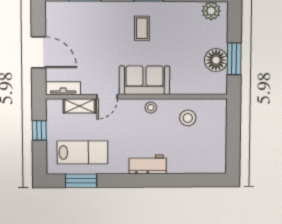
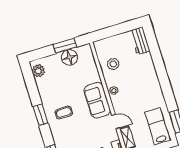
workbench: (148, 164) -> (140, 41), moved

